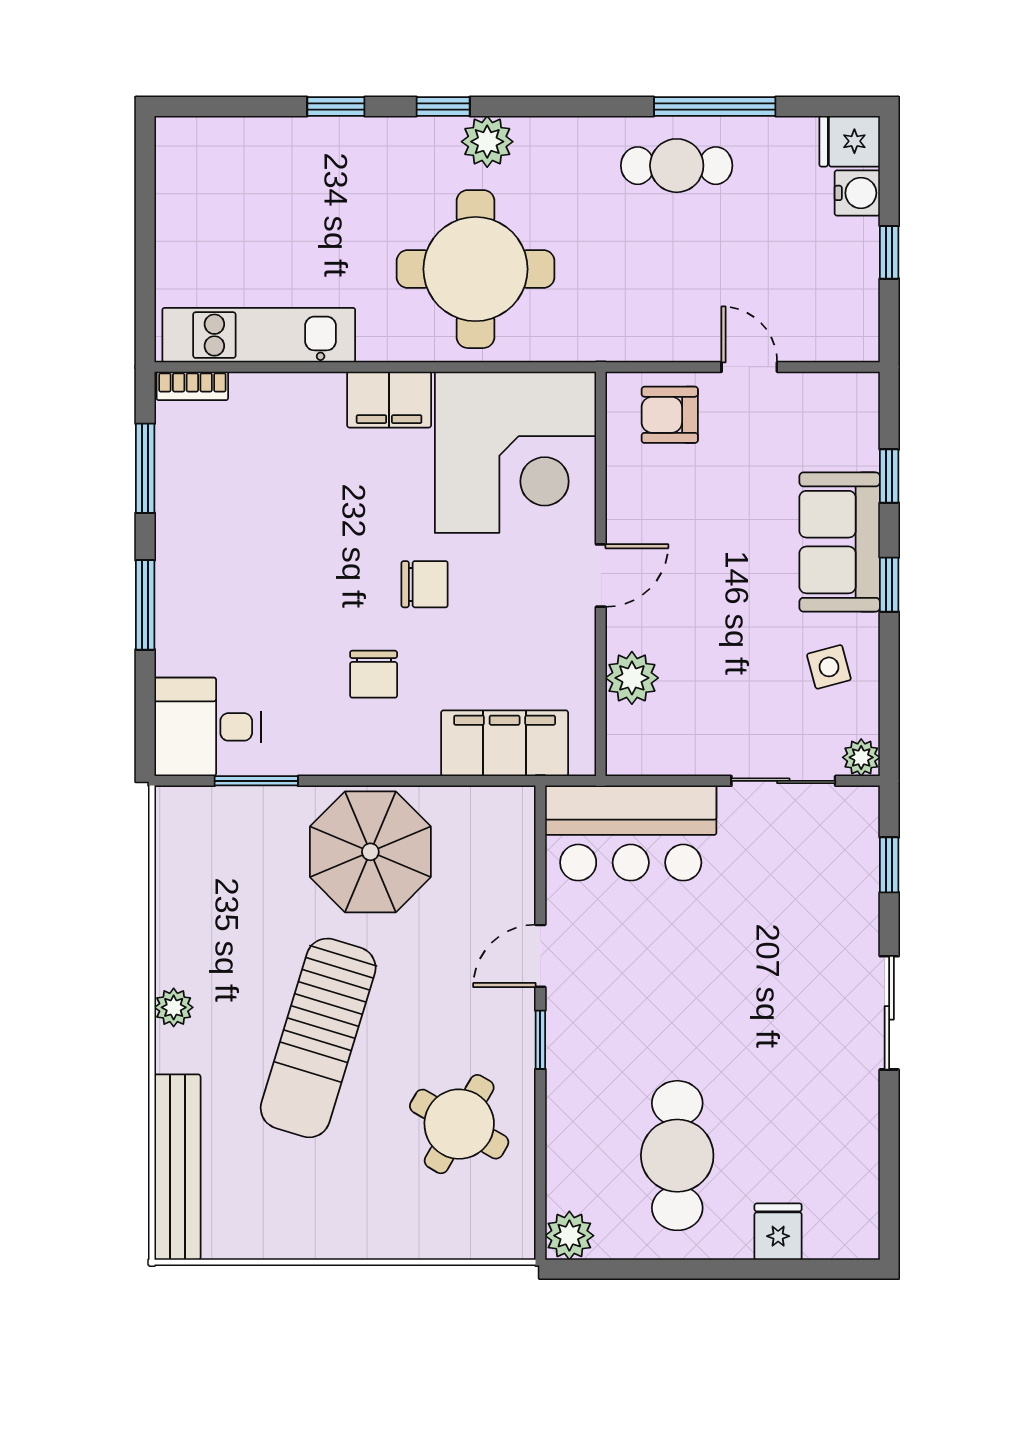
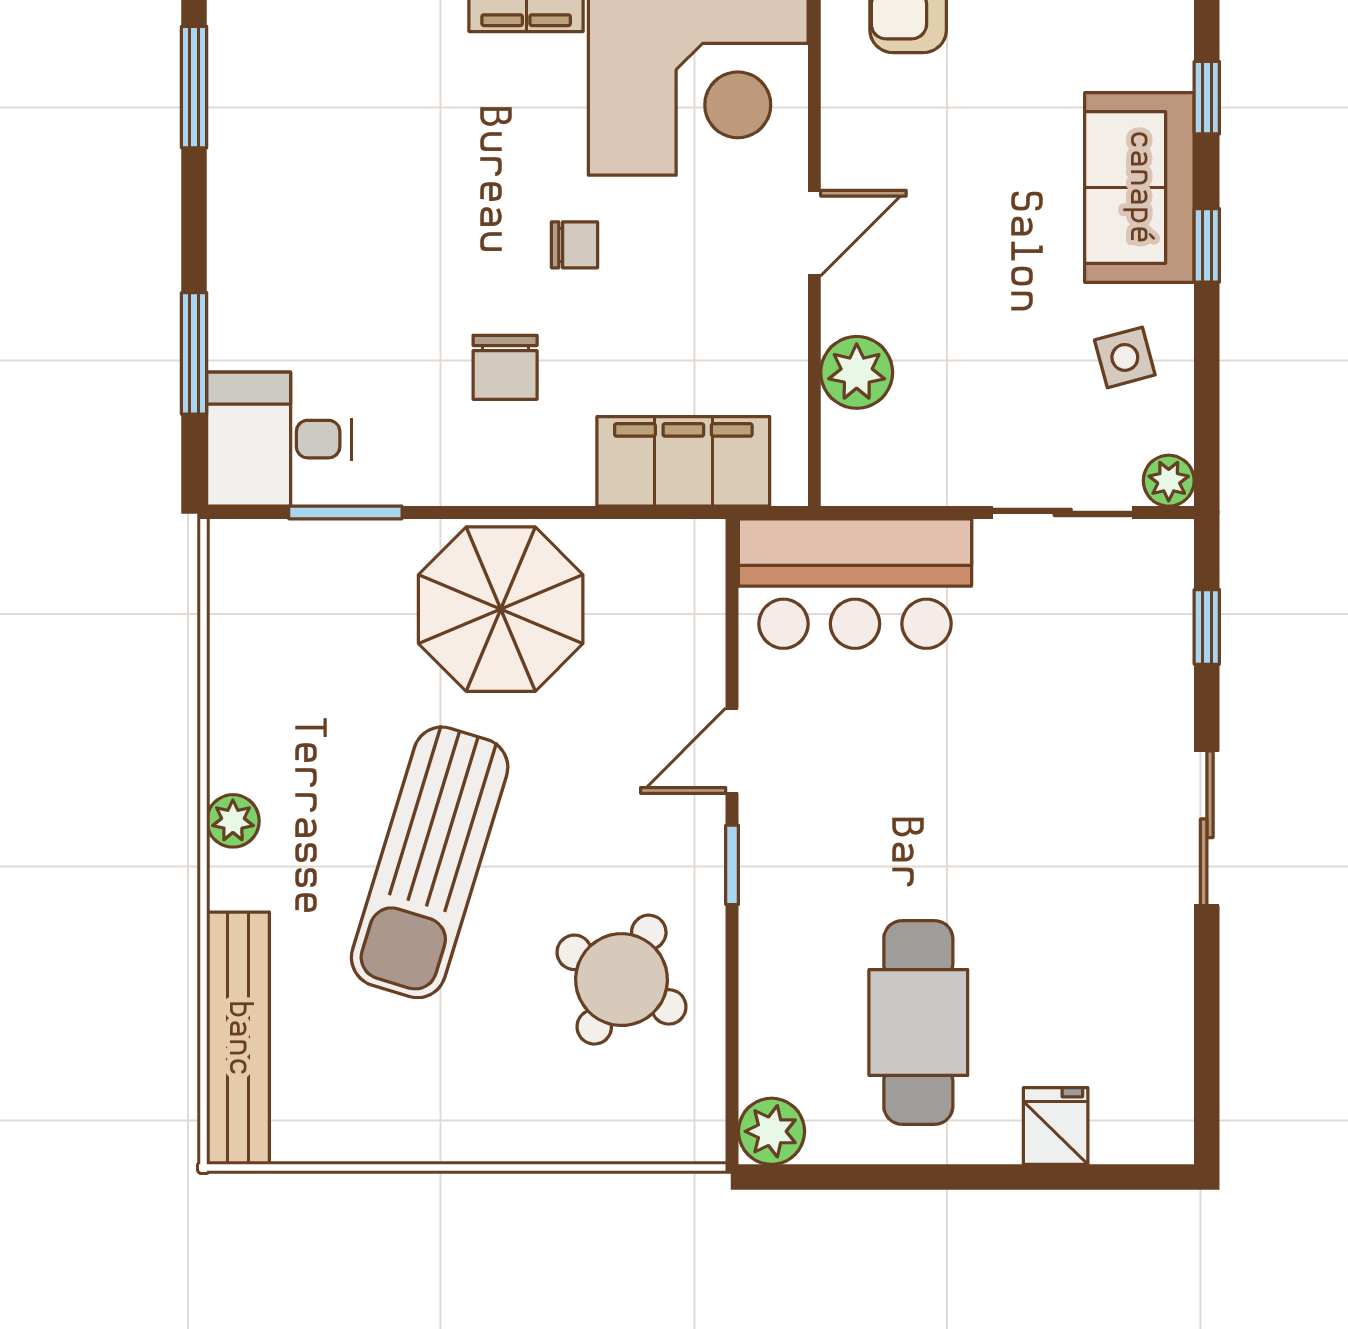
chair: (425, 584) -> (575, 245), width x0.73, depth x0.73
window: (145, 605) -> (194, 353), moved

